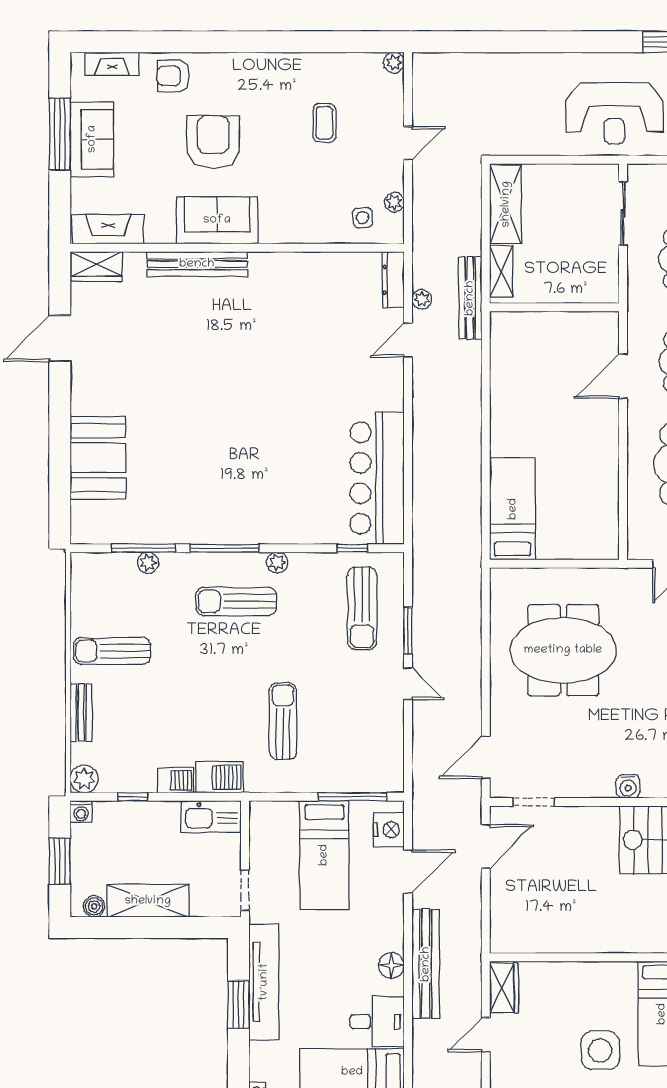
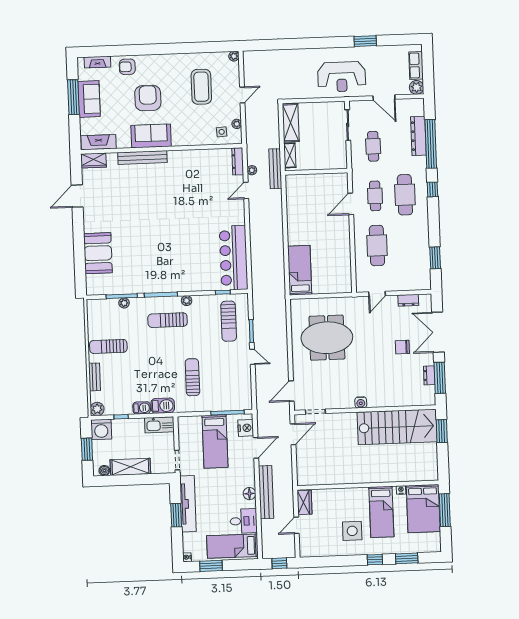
coffee table: (324, 123) -> (201, 87), width x1.86, depth x1.72
washing machine: (81, 812) -> (101, 429), width x1.89, depth x1.89

